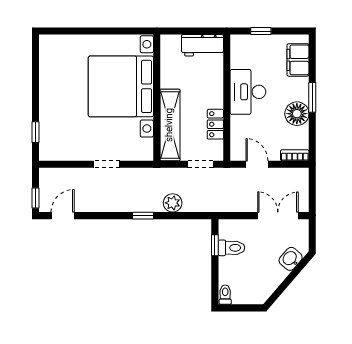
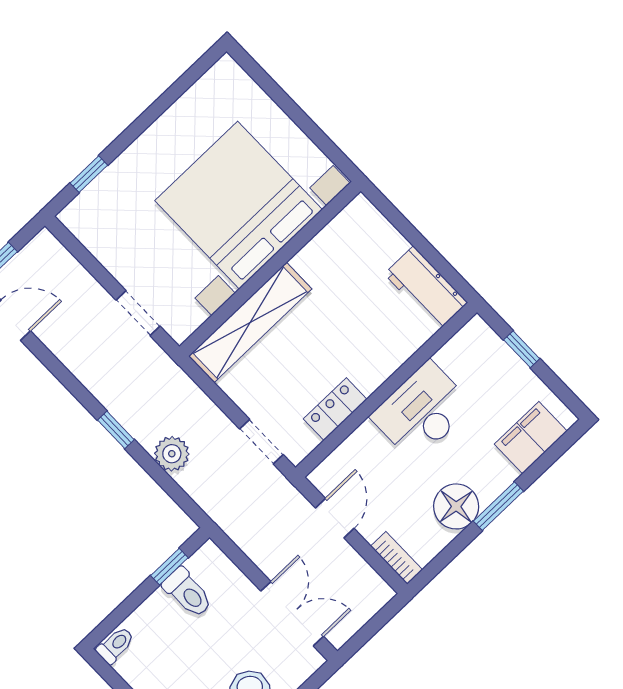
bed with nightstands: (121, 86) -> (239, 205), moved
wall: (157, 98) -> (270, 269), moved
shelving: (170, 125) -> (250, 323), moved

